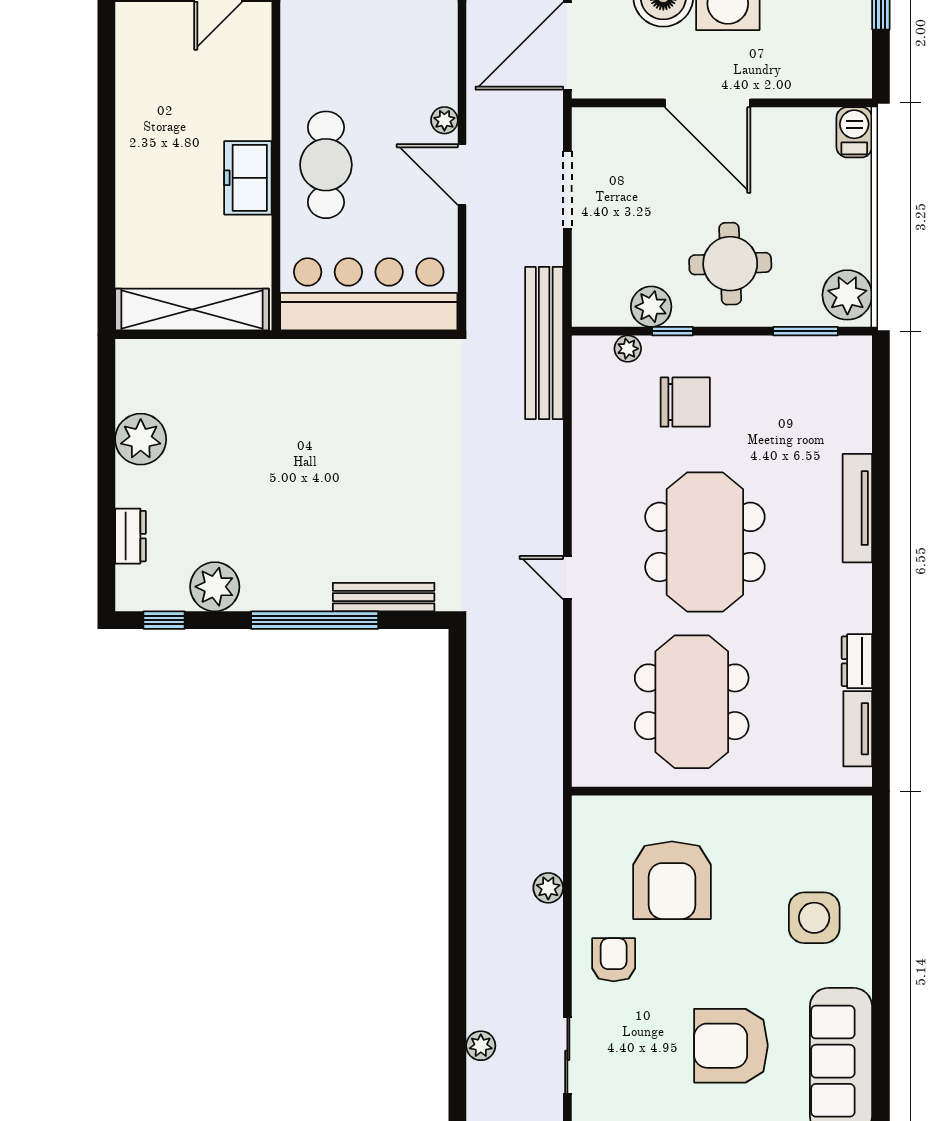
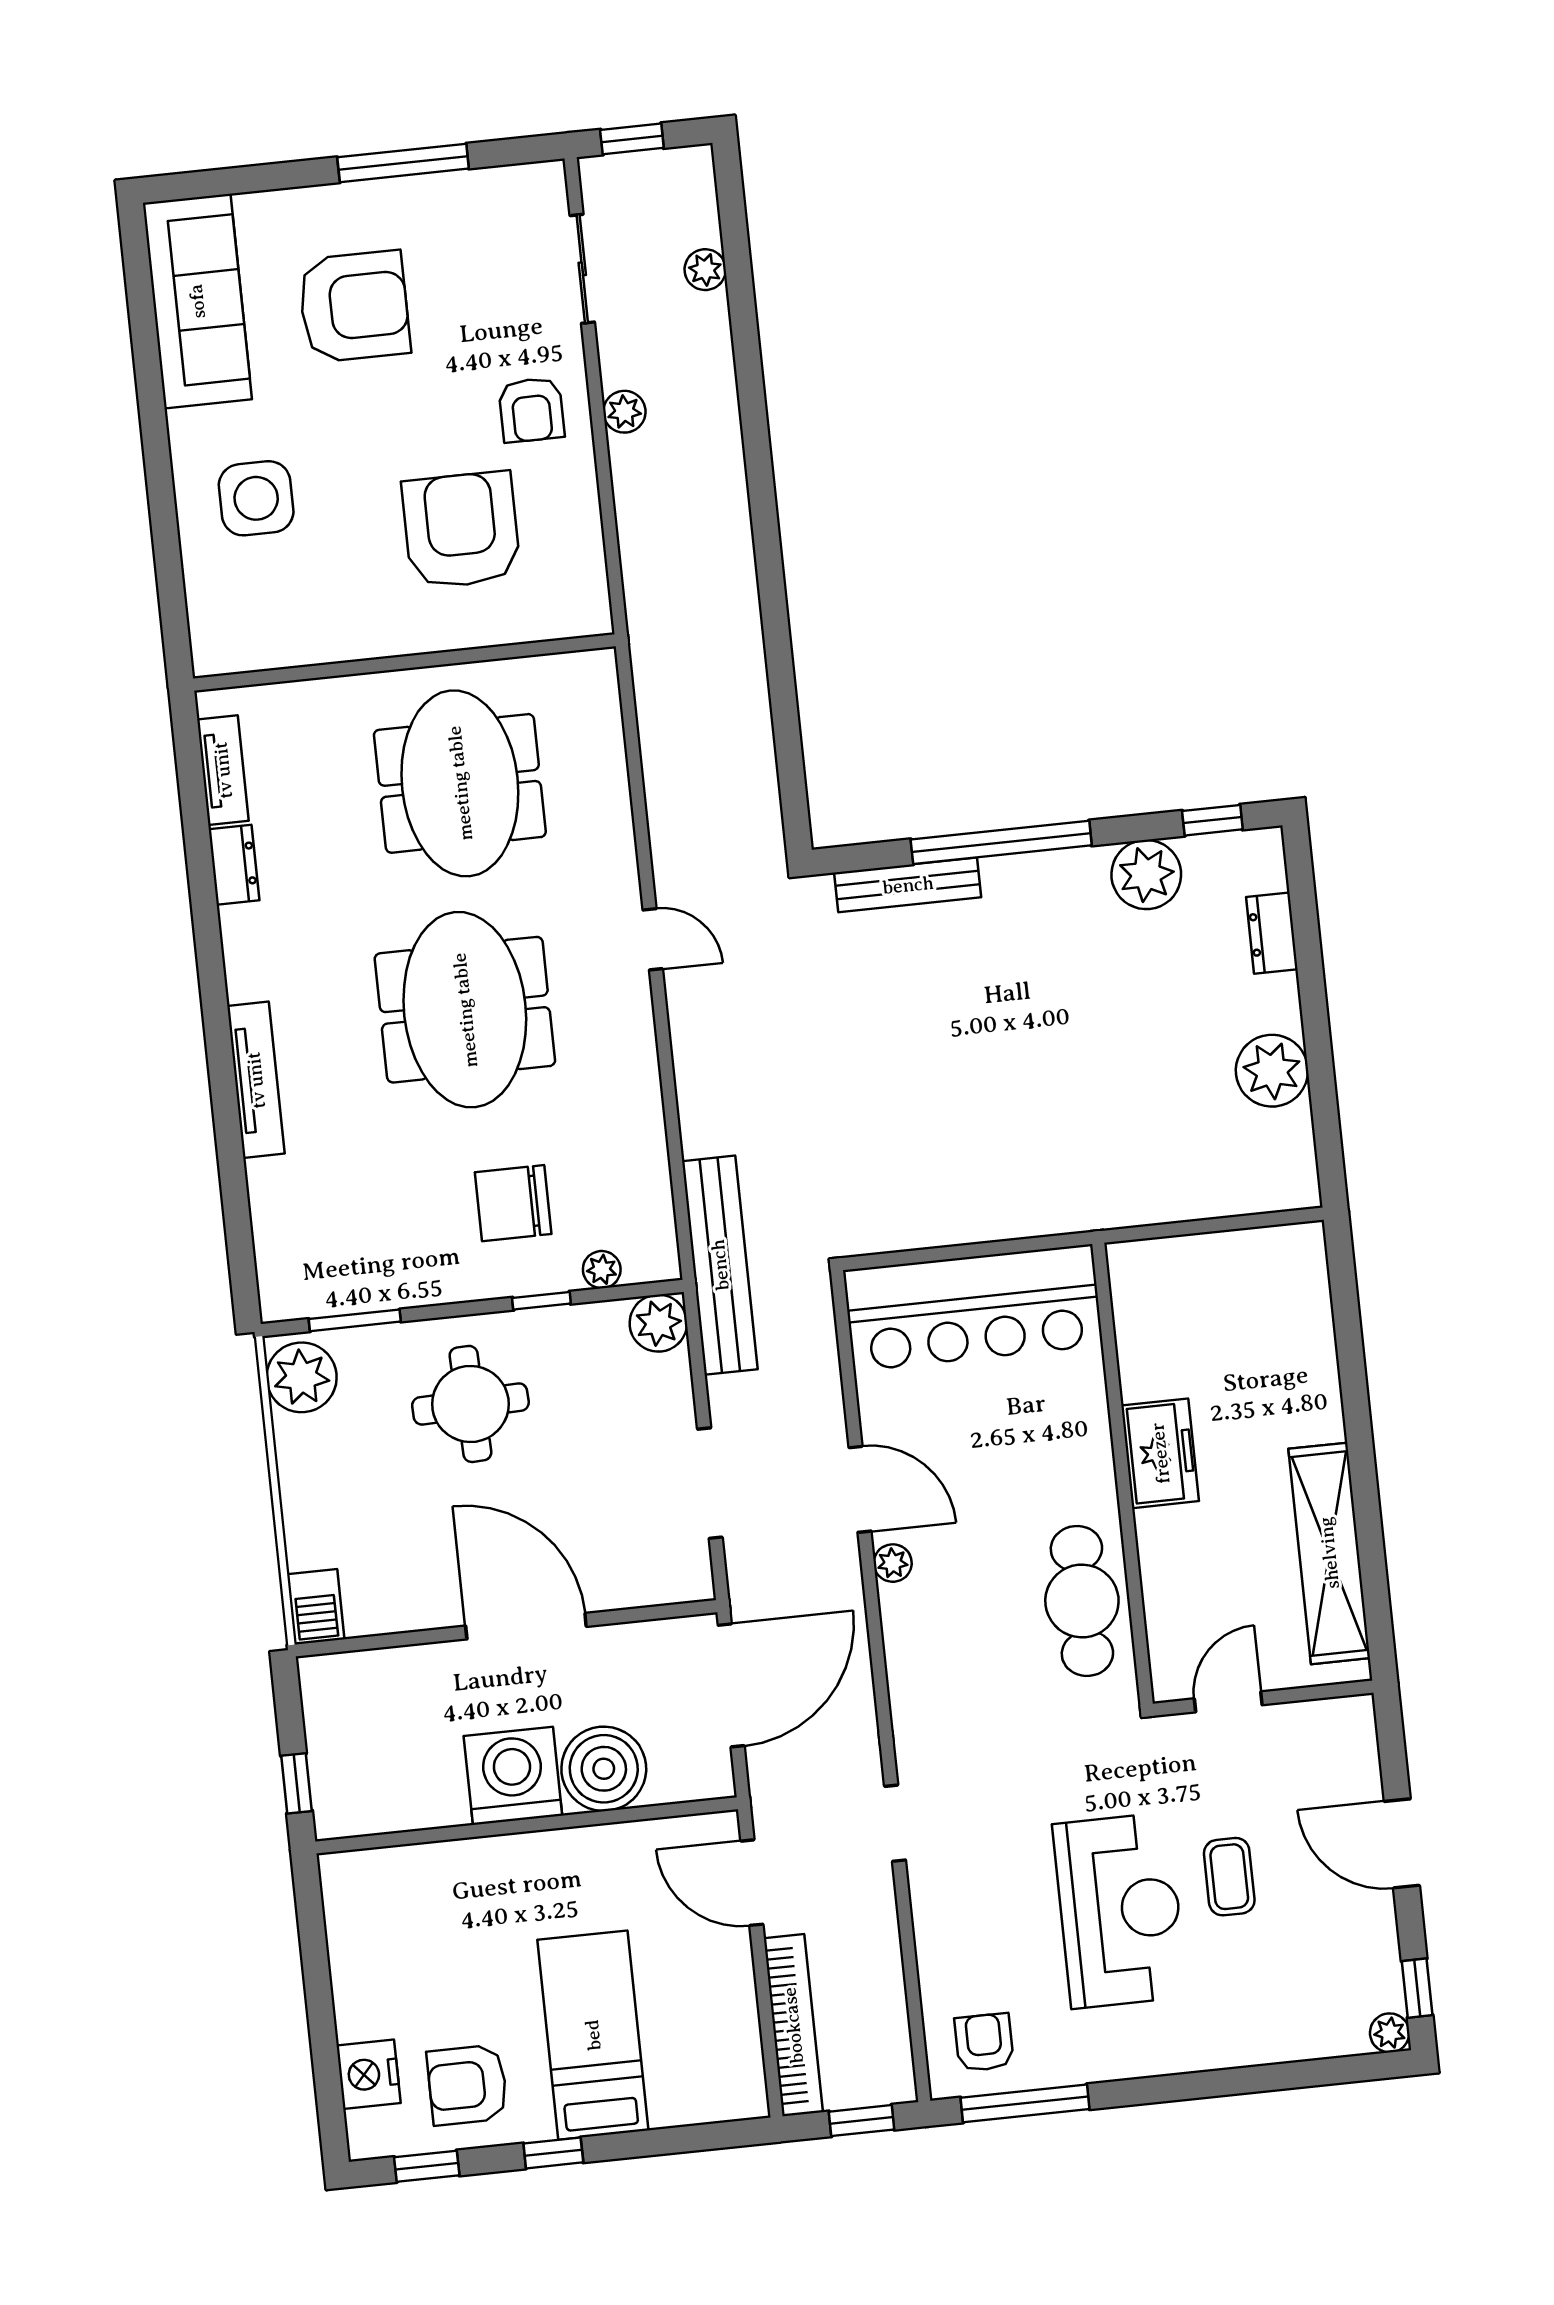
cafe table: (326, 165) -> (1082, 1601), moved
plant: (651, 307) -> (658, 1323), moved
shelving: (192, 309) -> (1329, 1553), moved, turned 90
plant: (548, 888) -> (624, 412), moved

